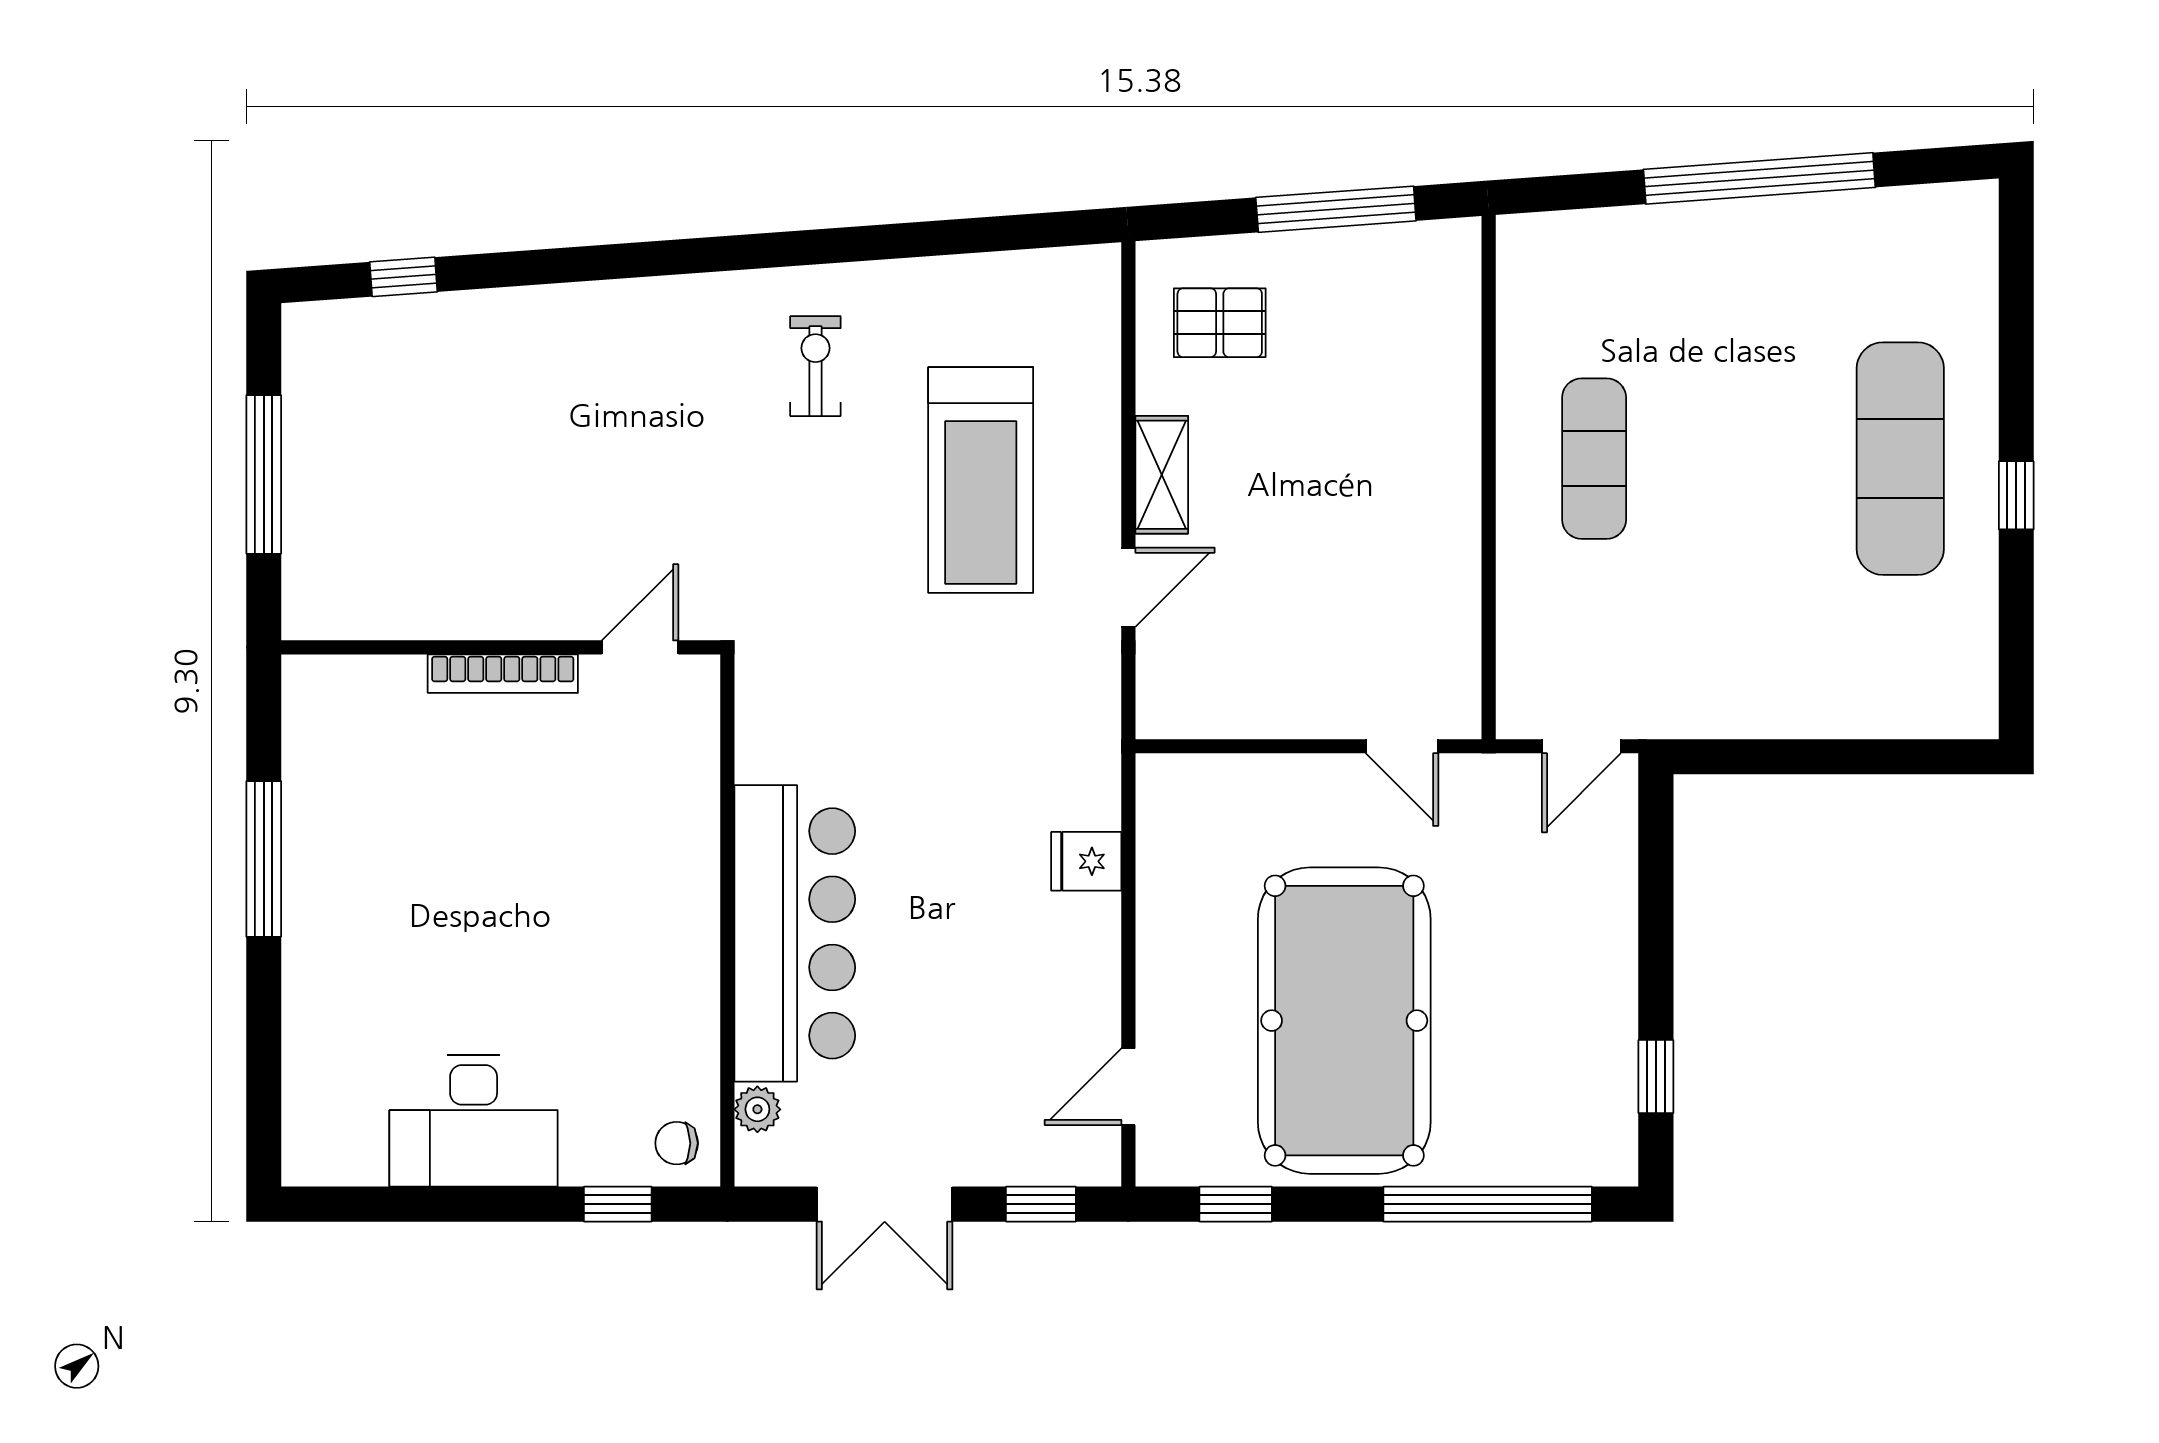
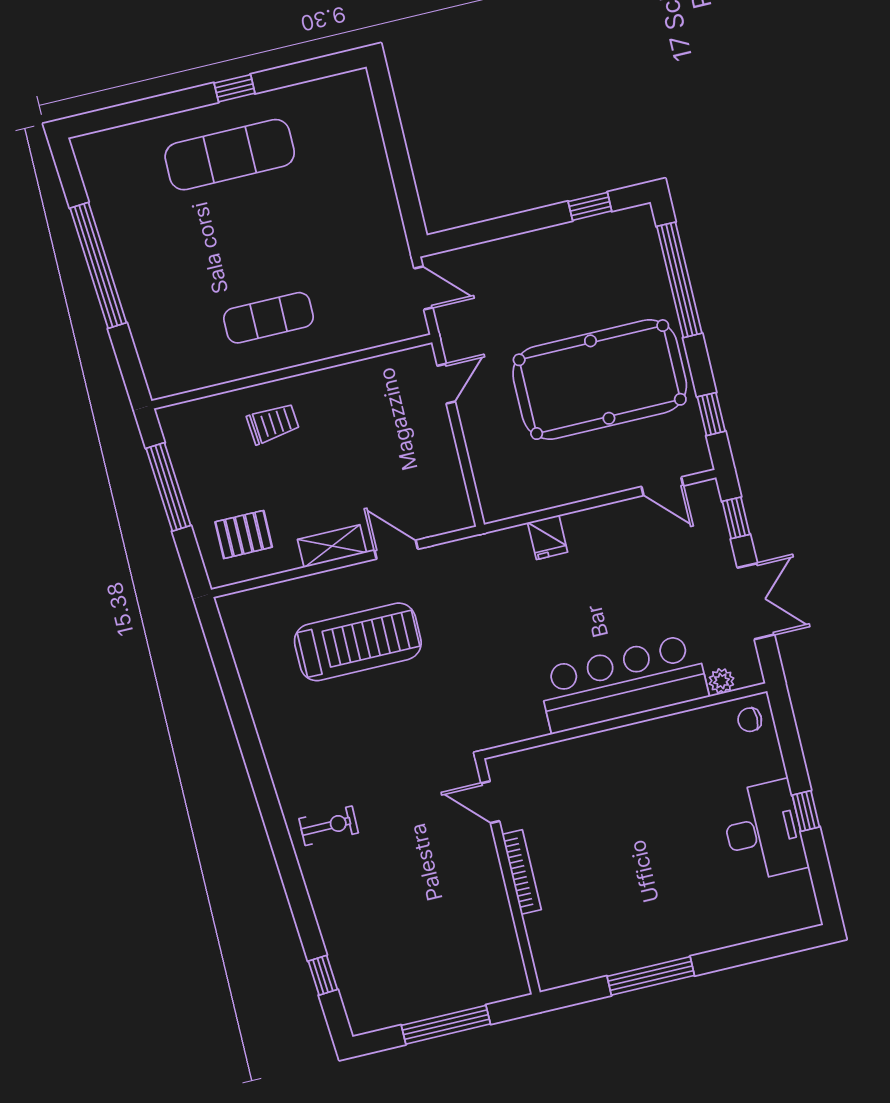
pallet: (1220, 323) -> (244, 534), turned 90
exercise bike: (815, 366) -> (329, 826), moved, turned 180
trolley: (1404, 422) -> (273, 424), added
chair: (677, 1143) -> (750, 720), turned 90
window: (618, 1204) -> (806, 811), moved

